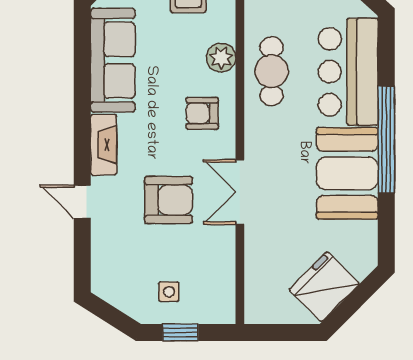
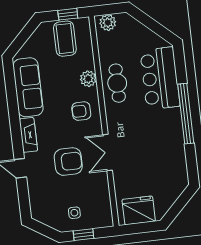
booth: (347, 173) -> (166, 135), removed
fridge: (324, 287) -> (139, 210), moved, turned 45

